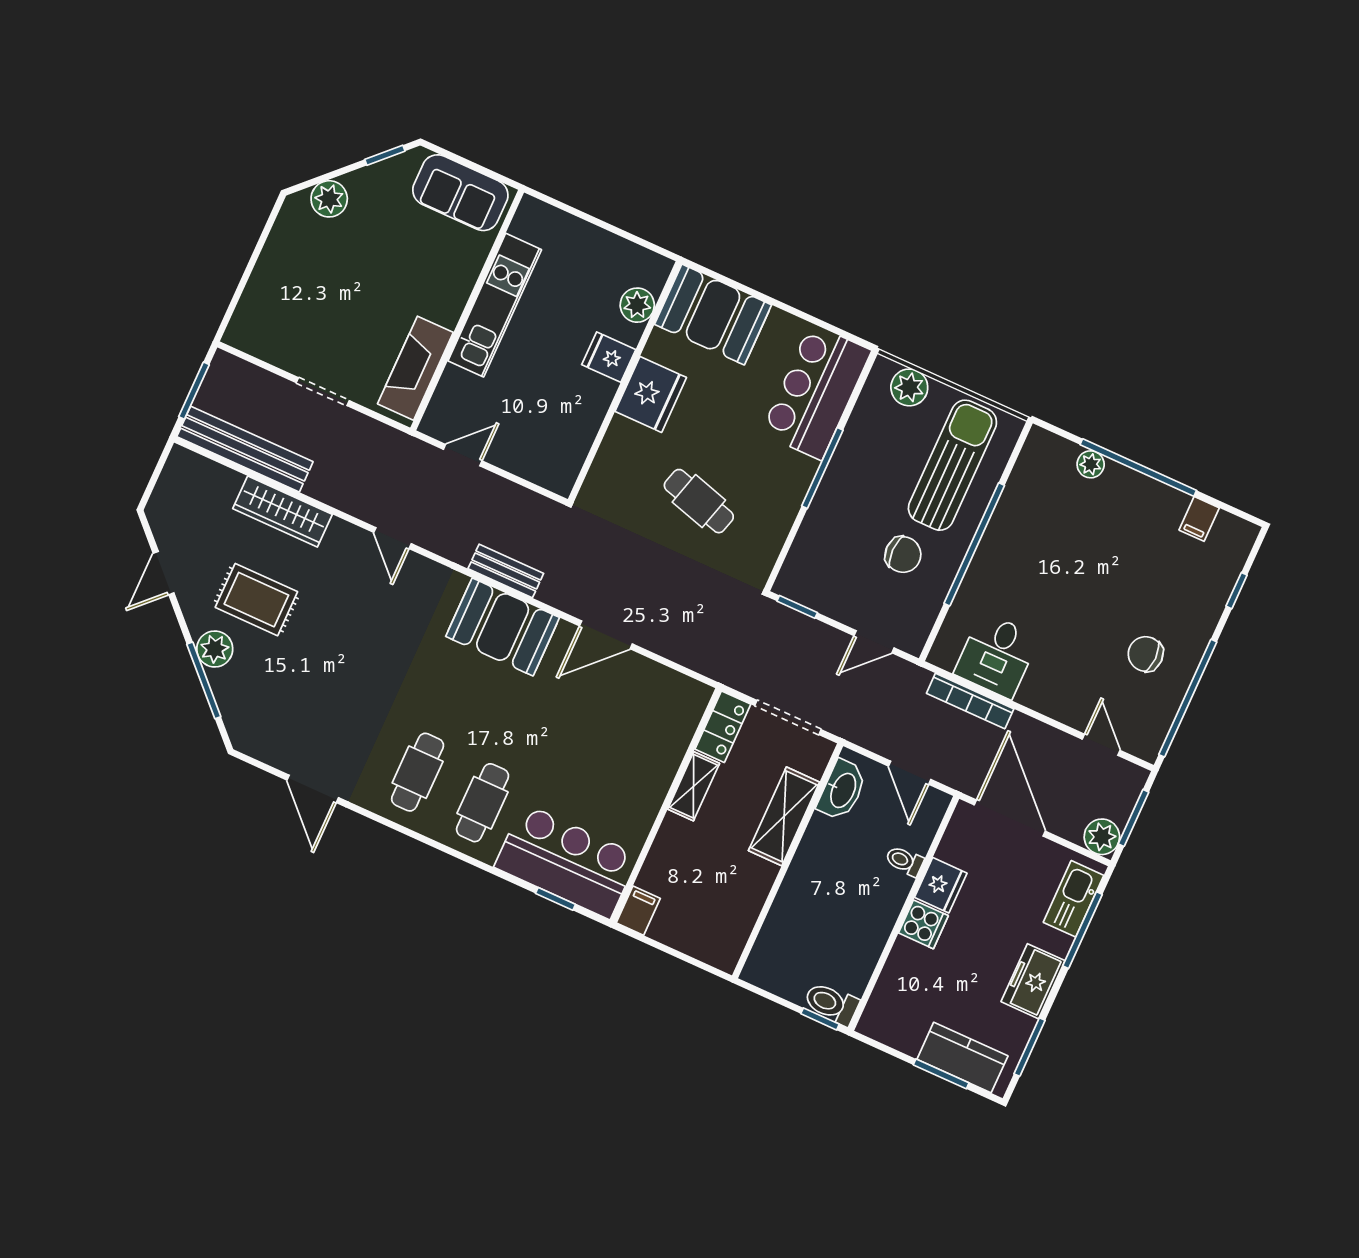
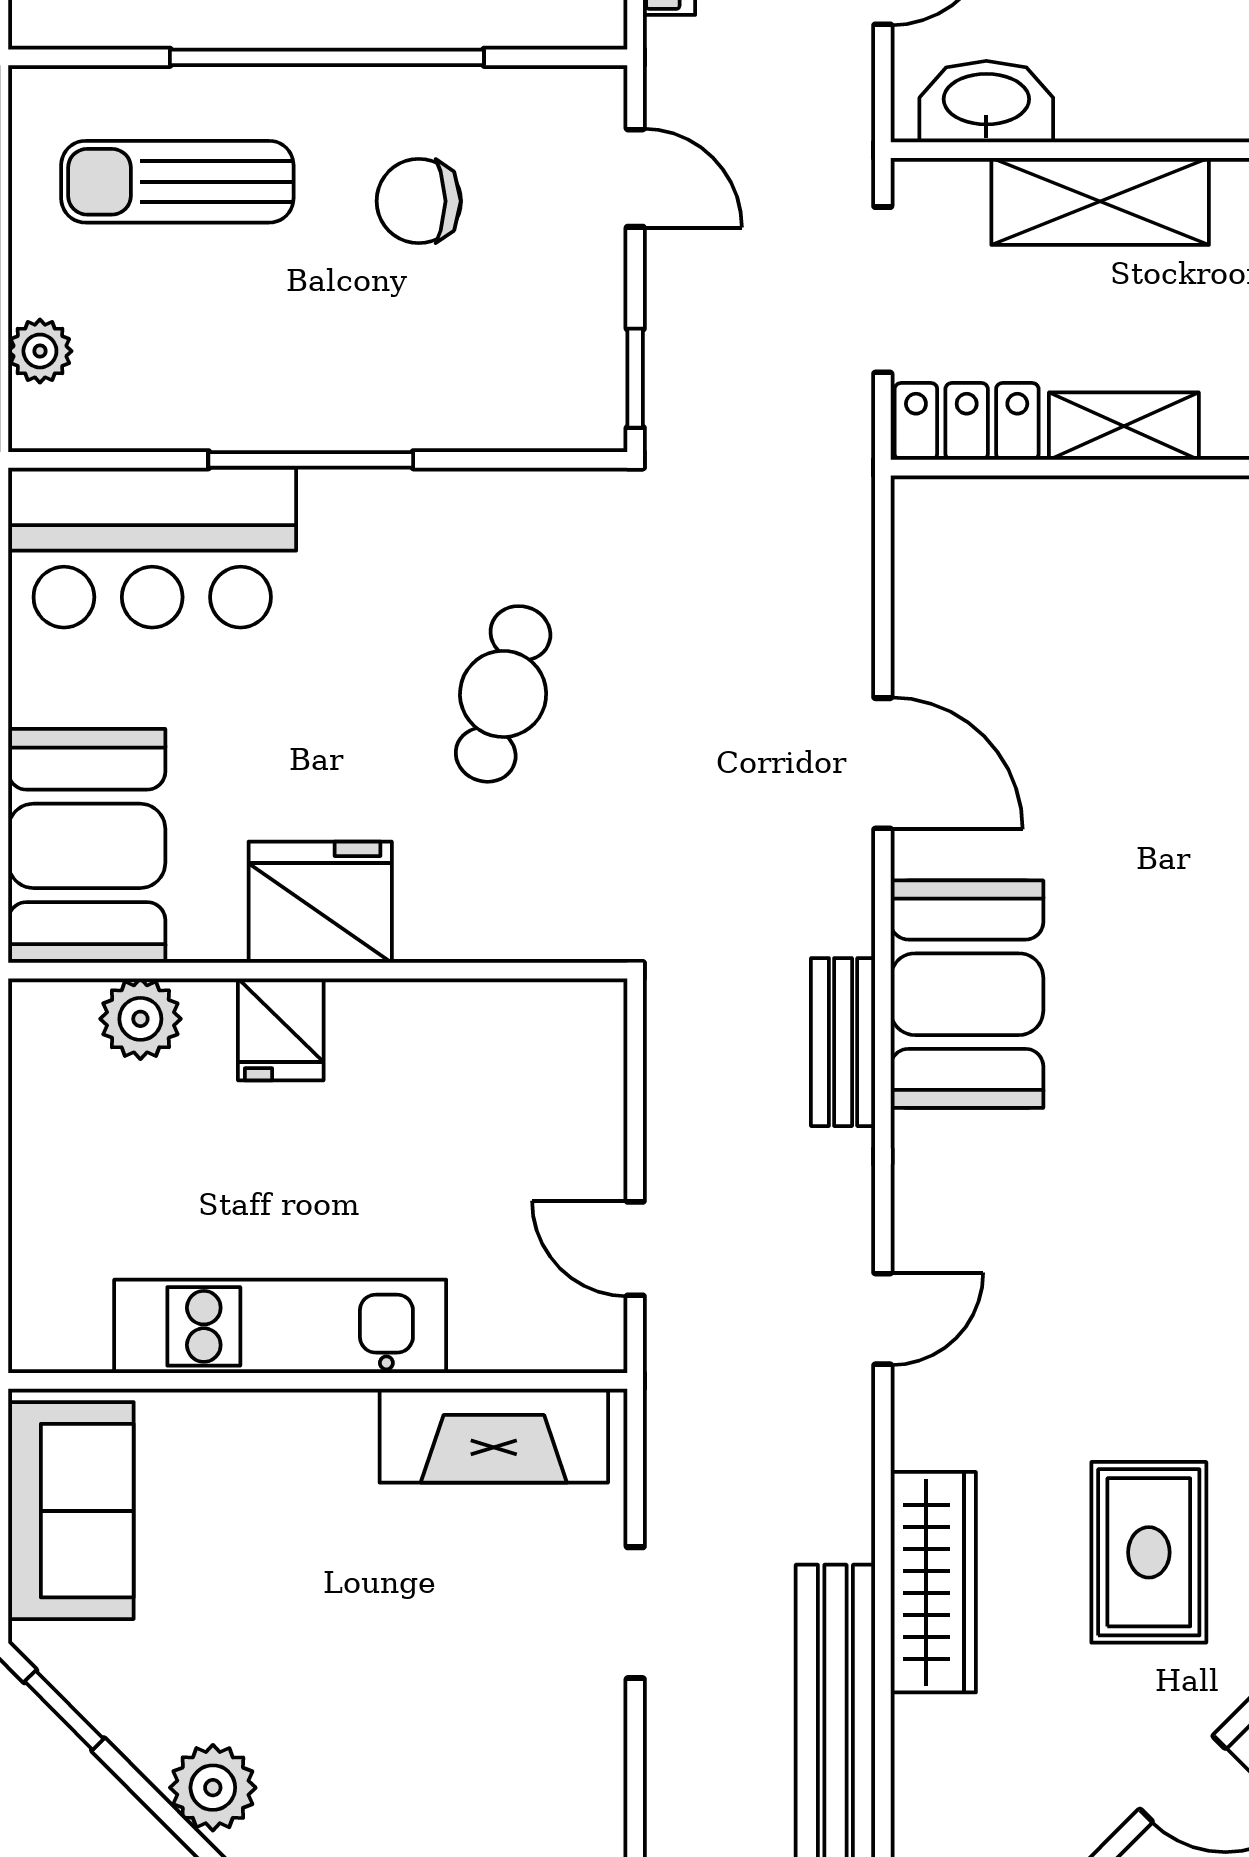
plant: (909, 387) -> (40, 351), width x0.73, depth x0.73
sun lounger: (952, 465) -> (177, 182), width x0.73, depth x0.75
chair: (903, 555) -> (419, 201), turned -90

